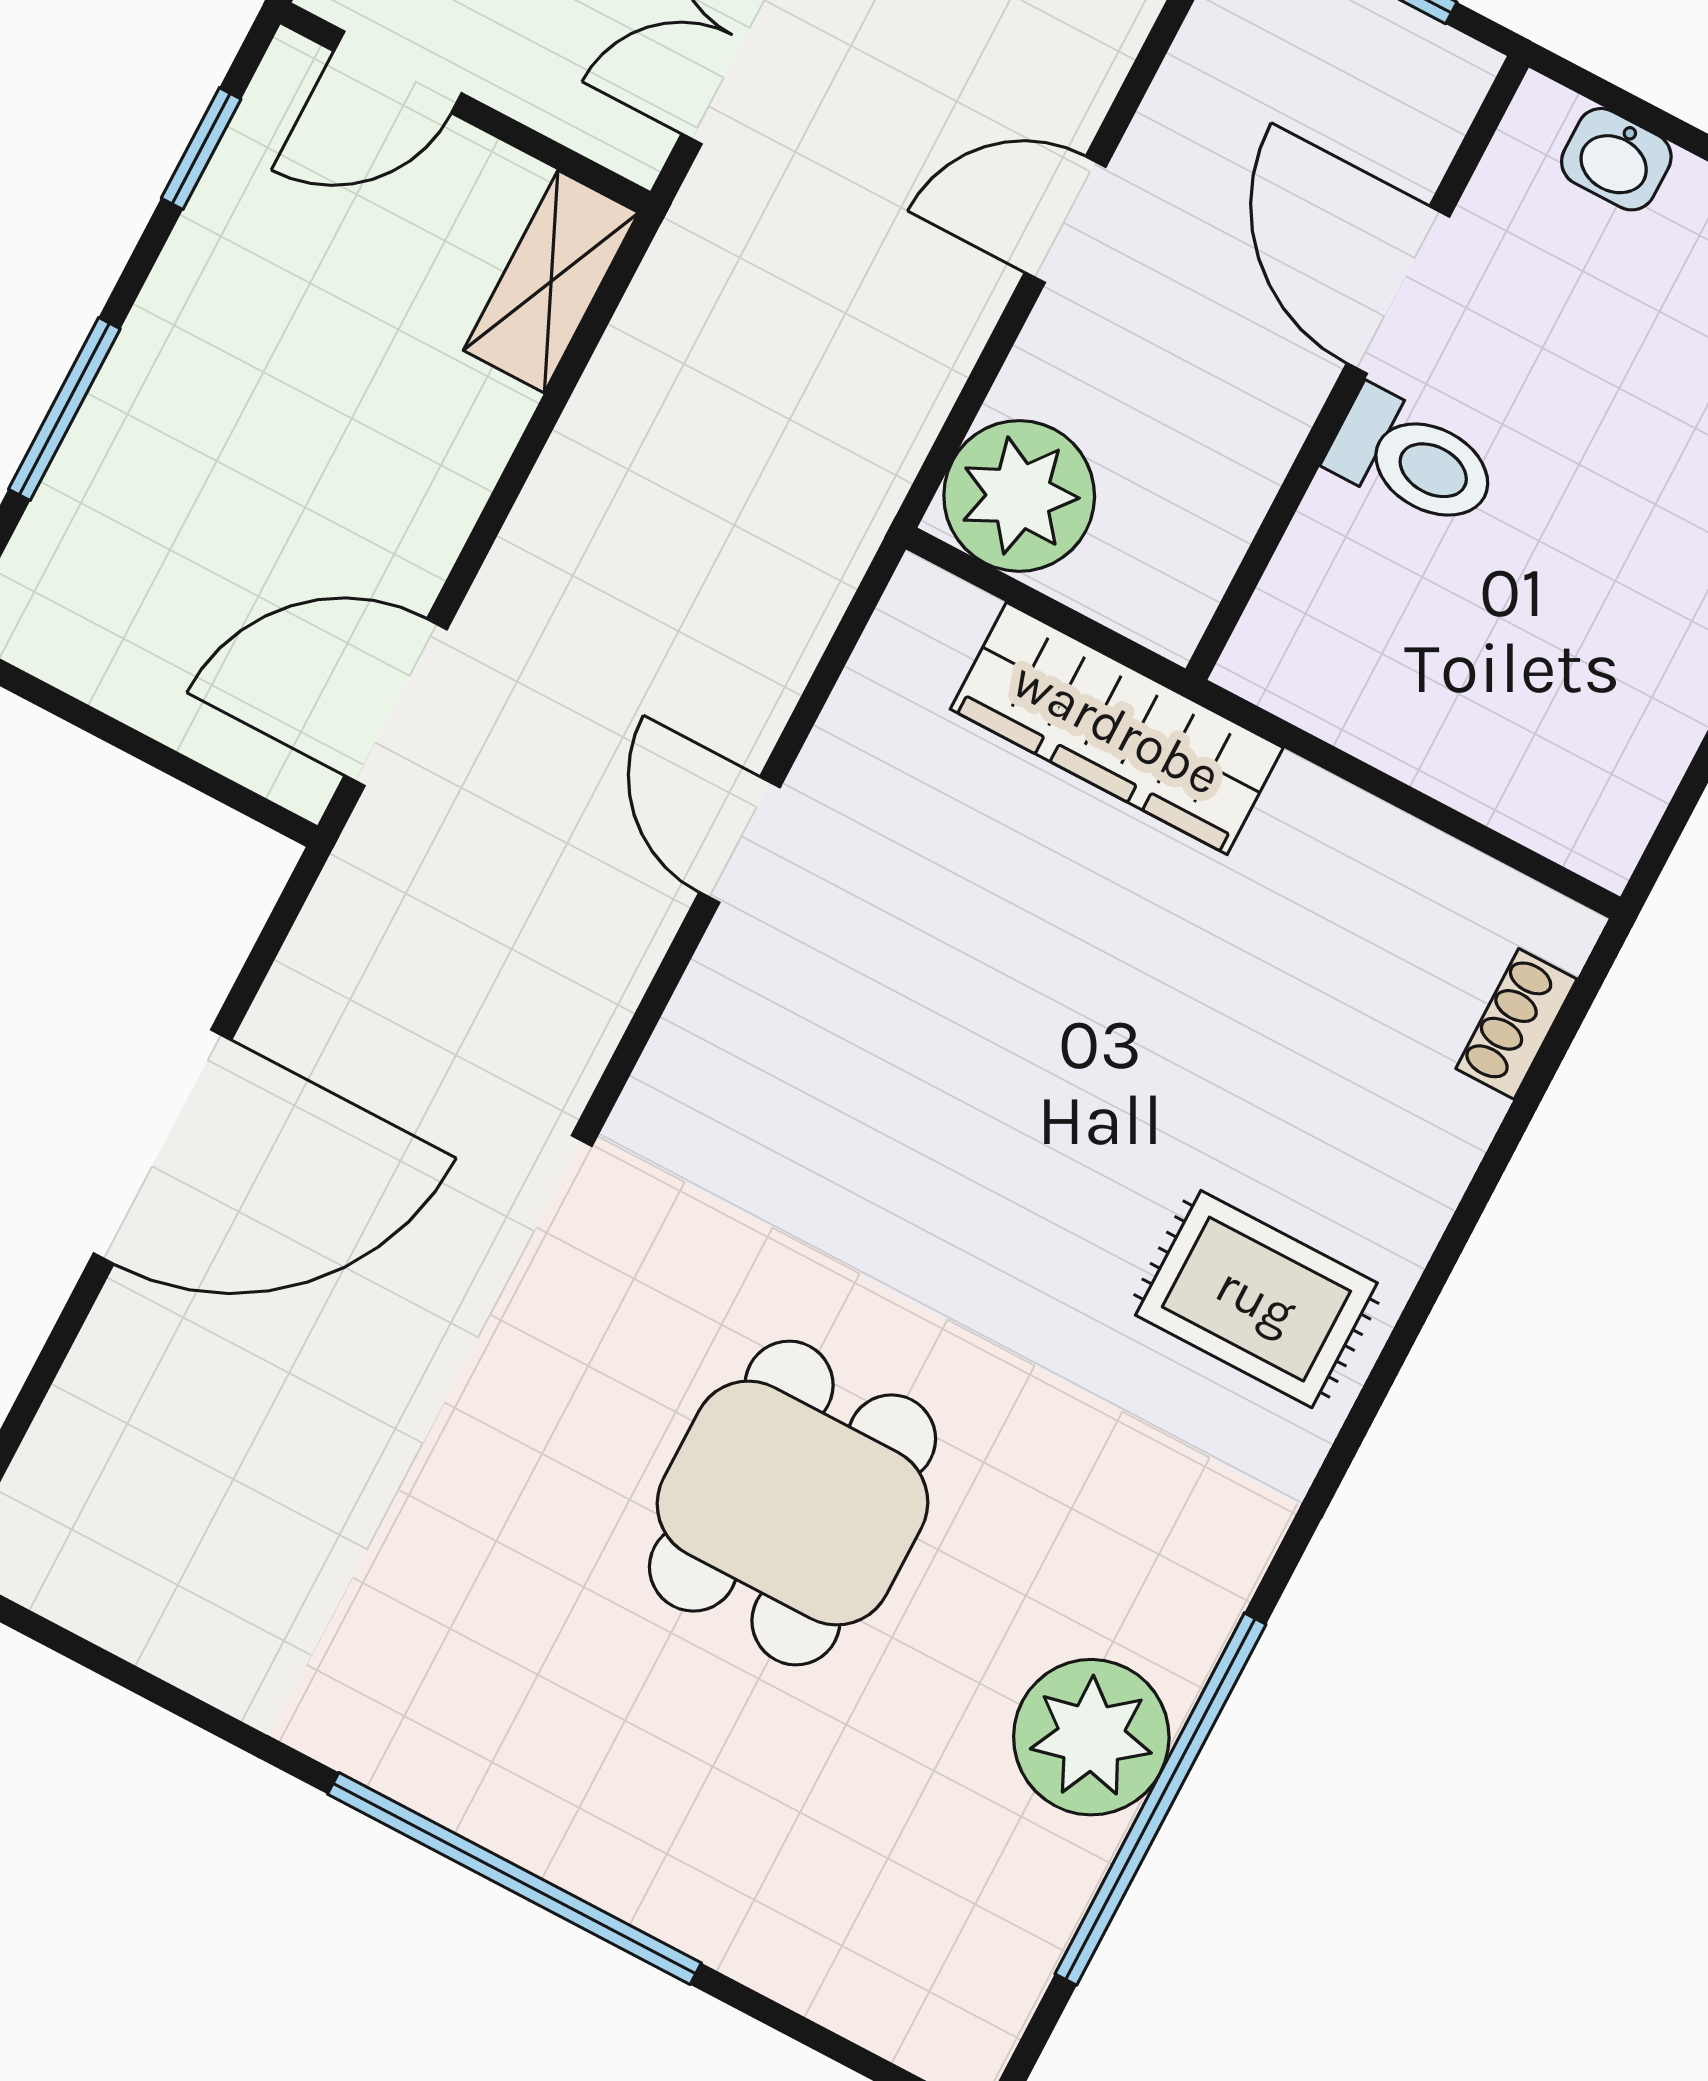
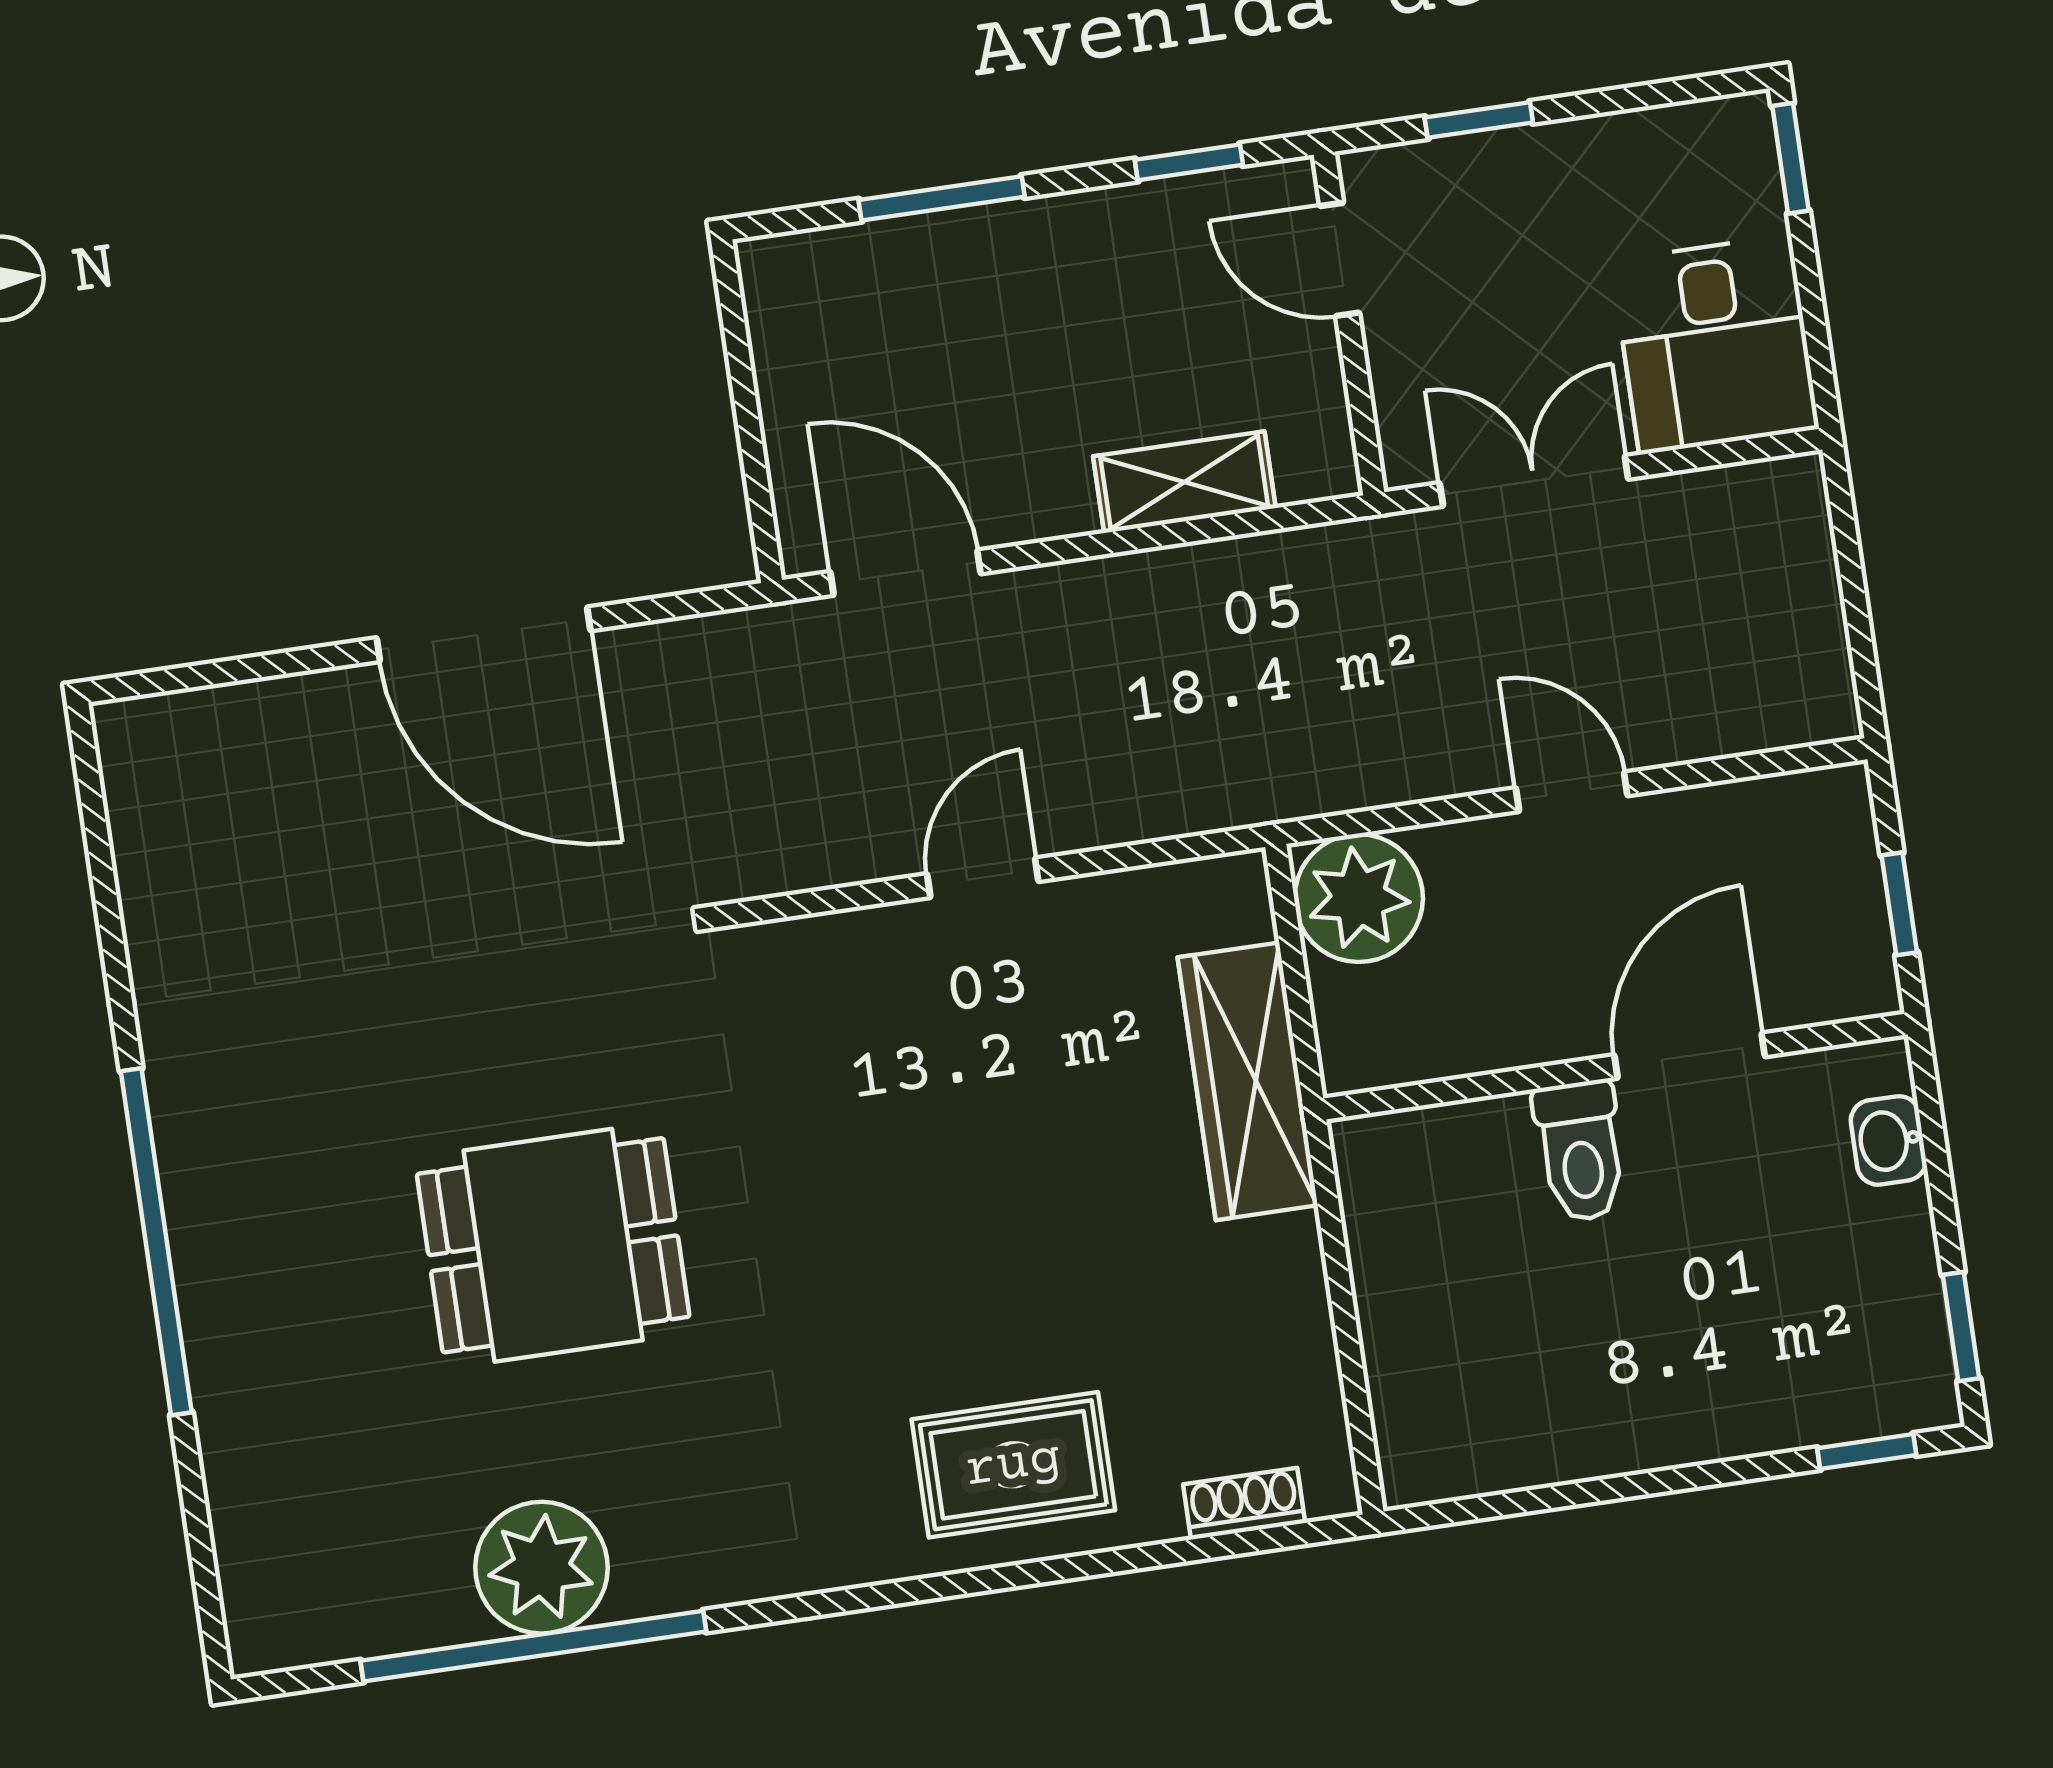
shelving: (551, 282) -> (1184, 482), moved
rug: (1256, 1299) -> (1013, 1465), moved, turned 90

